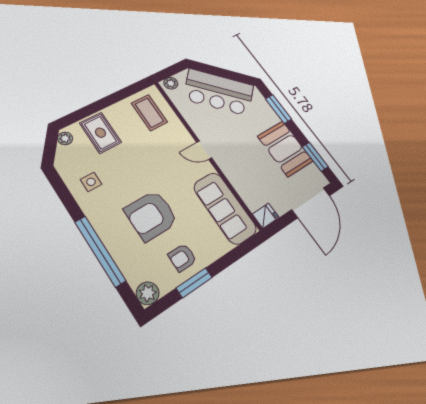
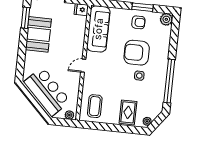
window: (278, 109) -> (21, 58), removed
door: (204, 150) -> (83, 66), swing flipped
side table: (91, 182) -> (139, 76), moved
armchair: (151, 215) -> (137, 53), turned 180
window: (100, 251) -> (169, 81), moved

